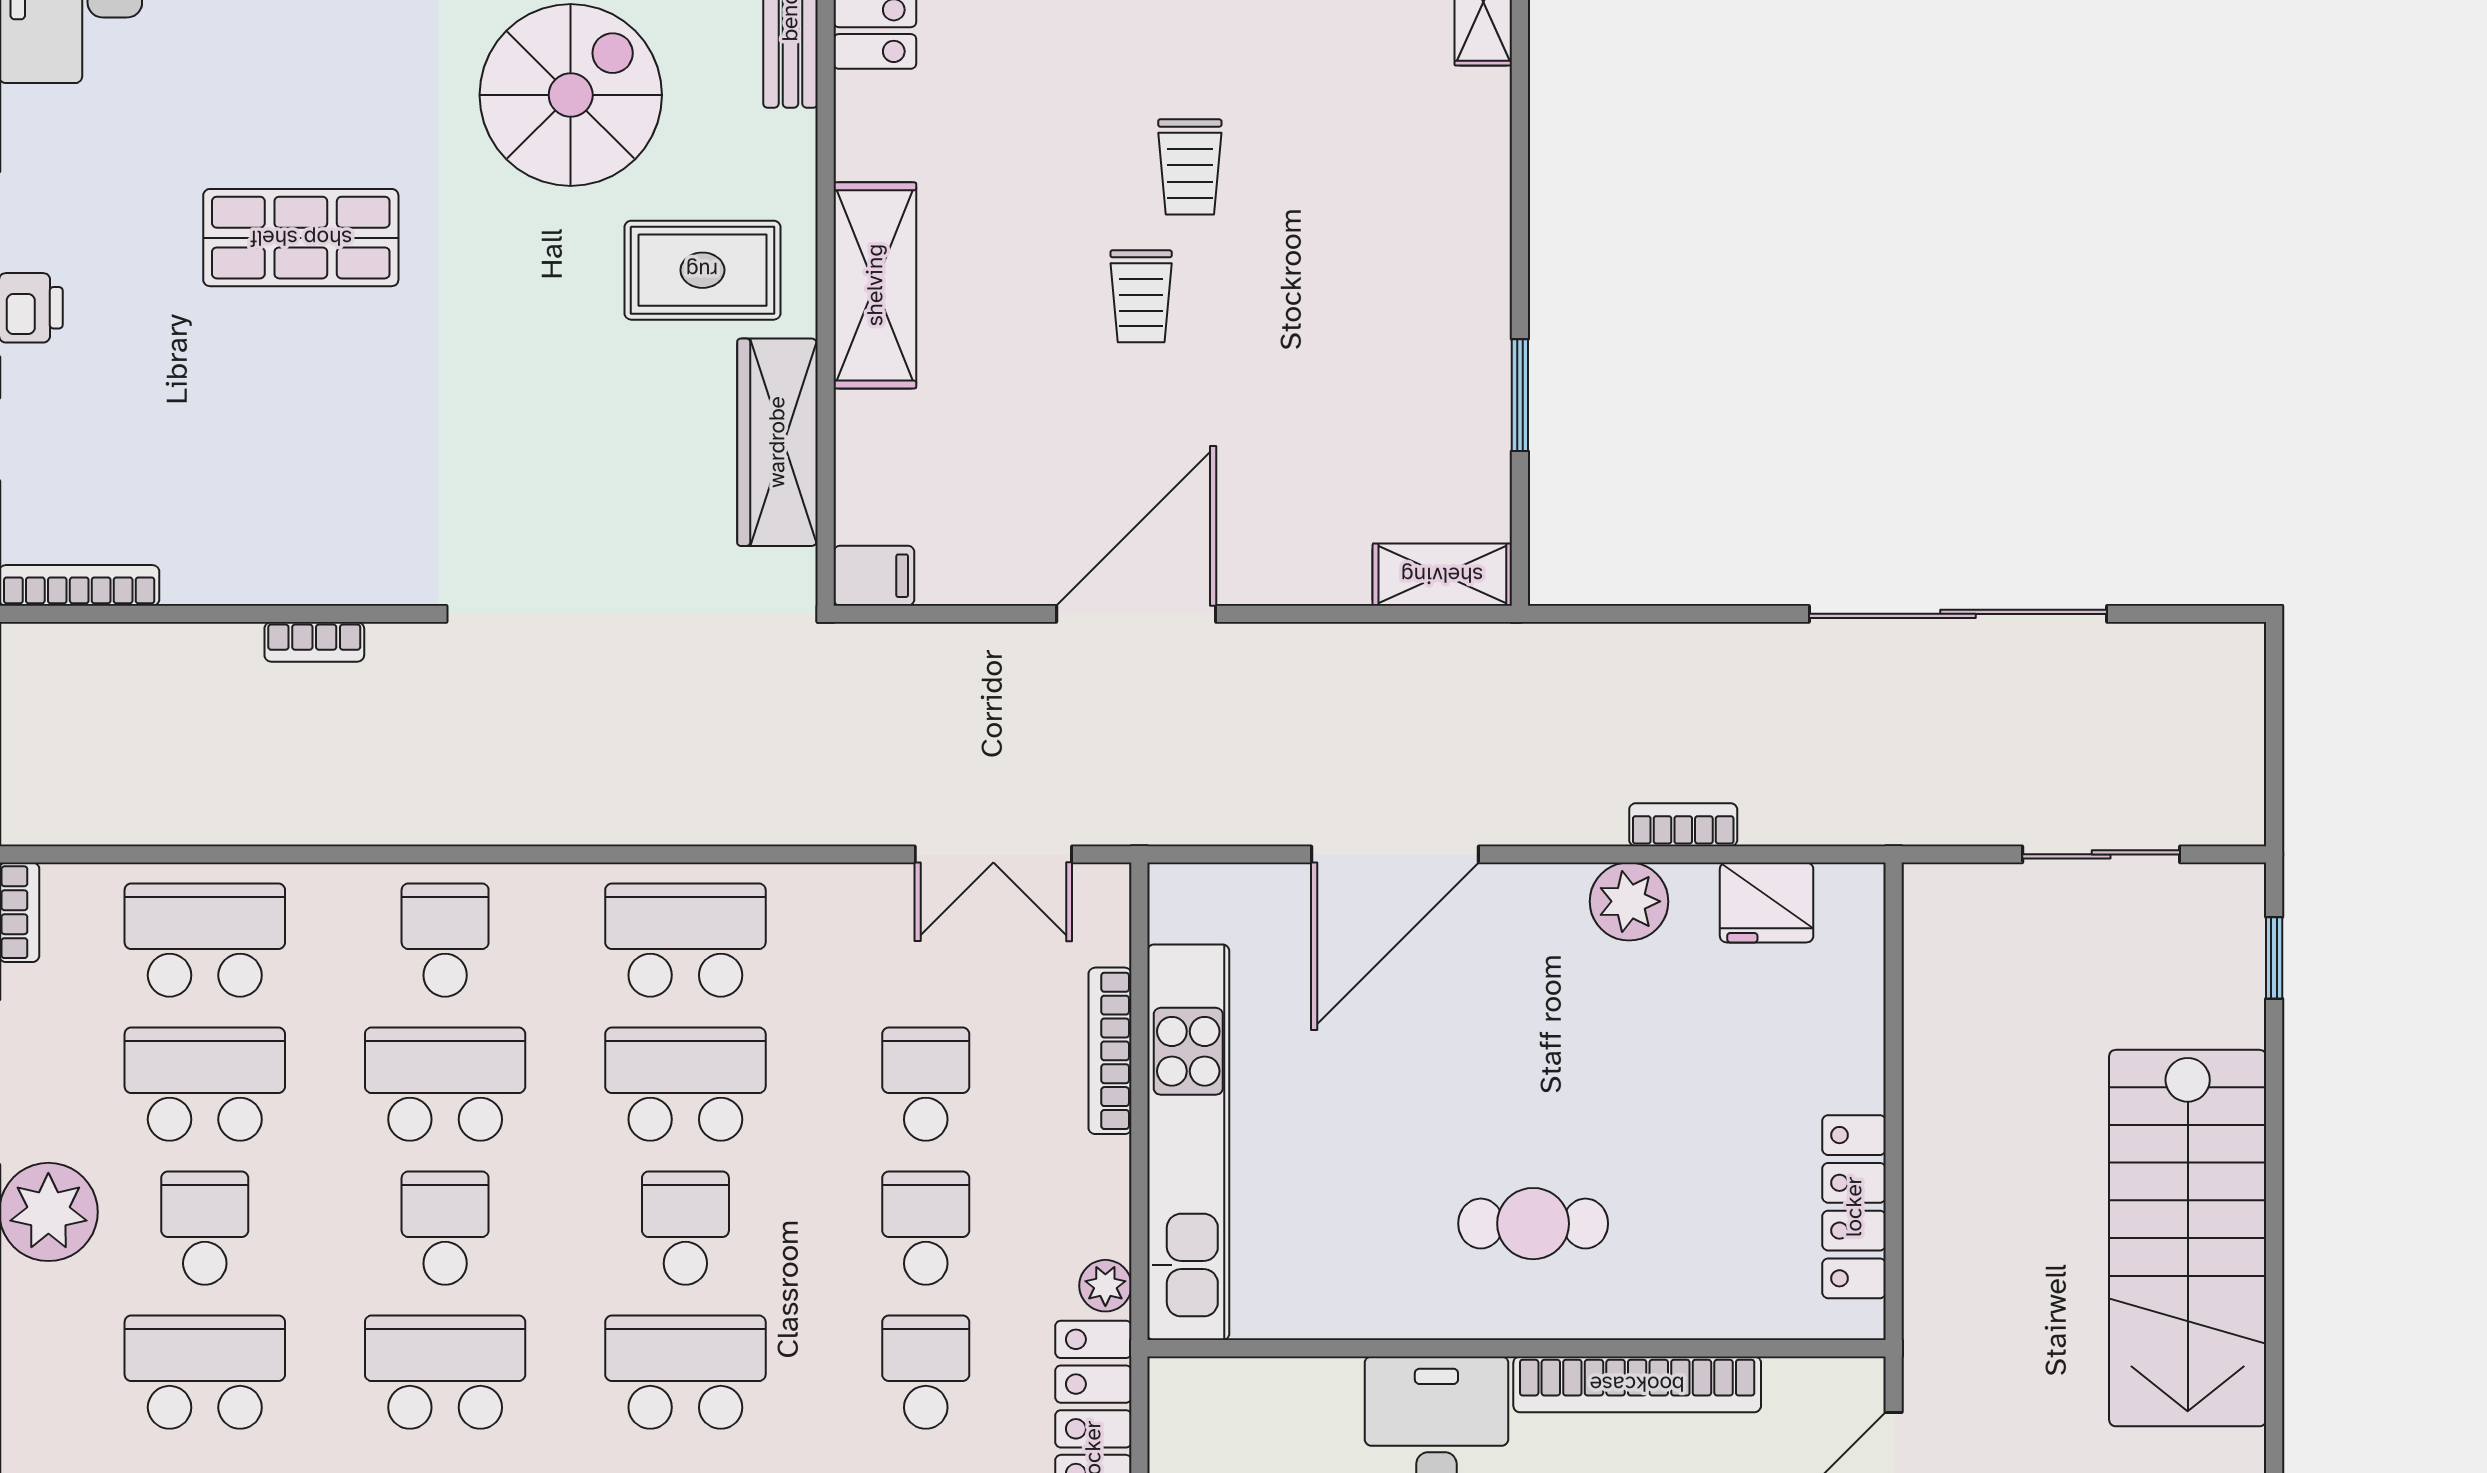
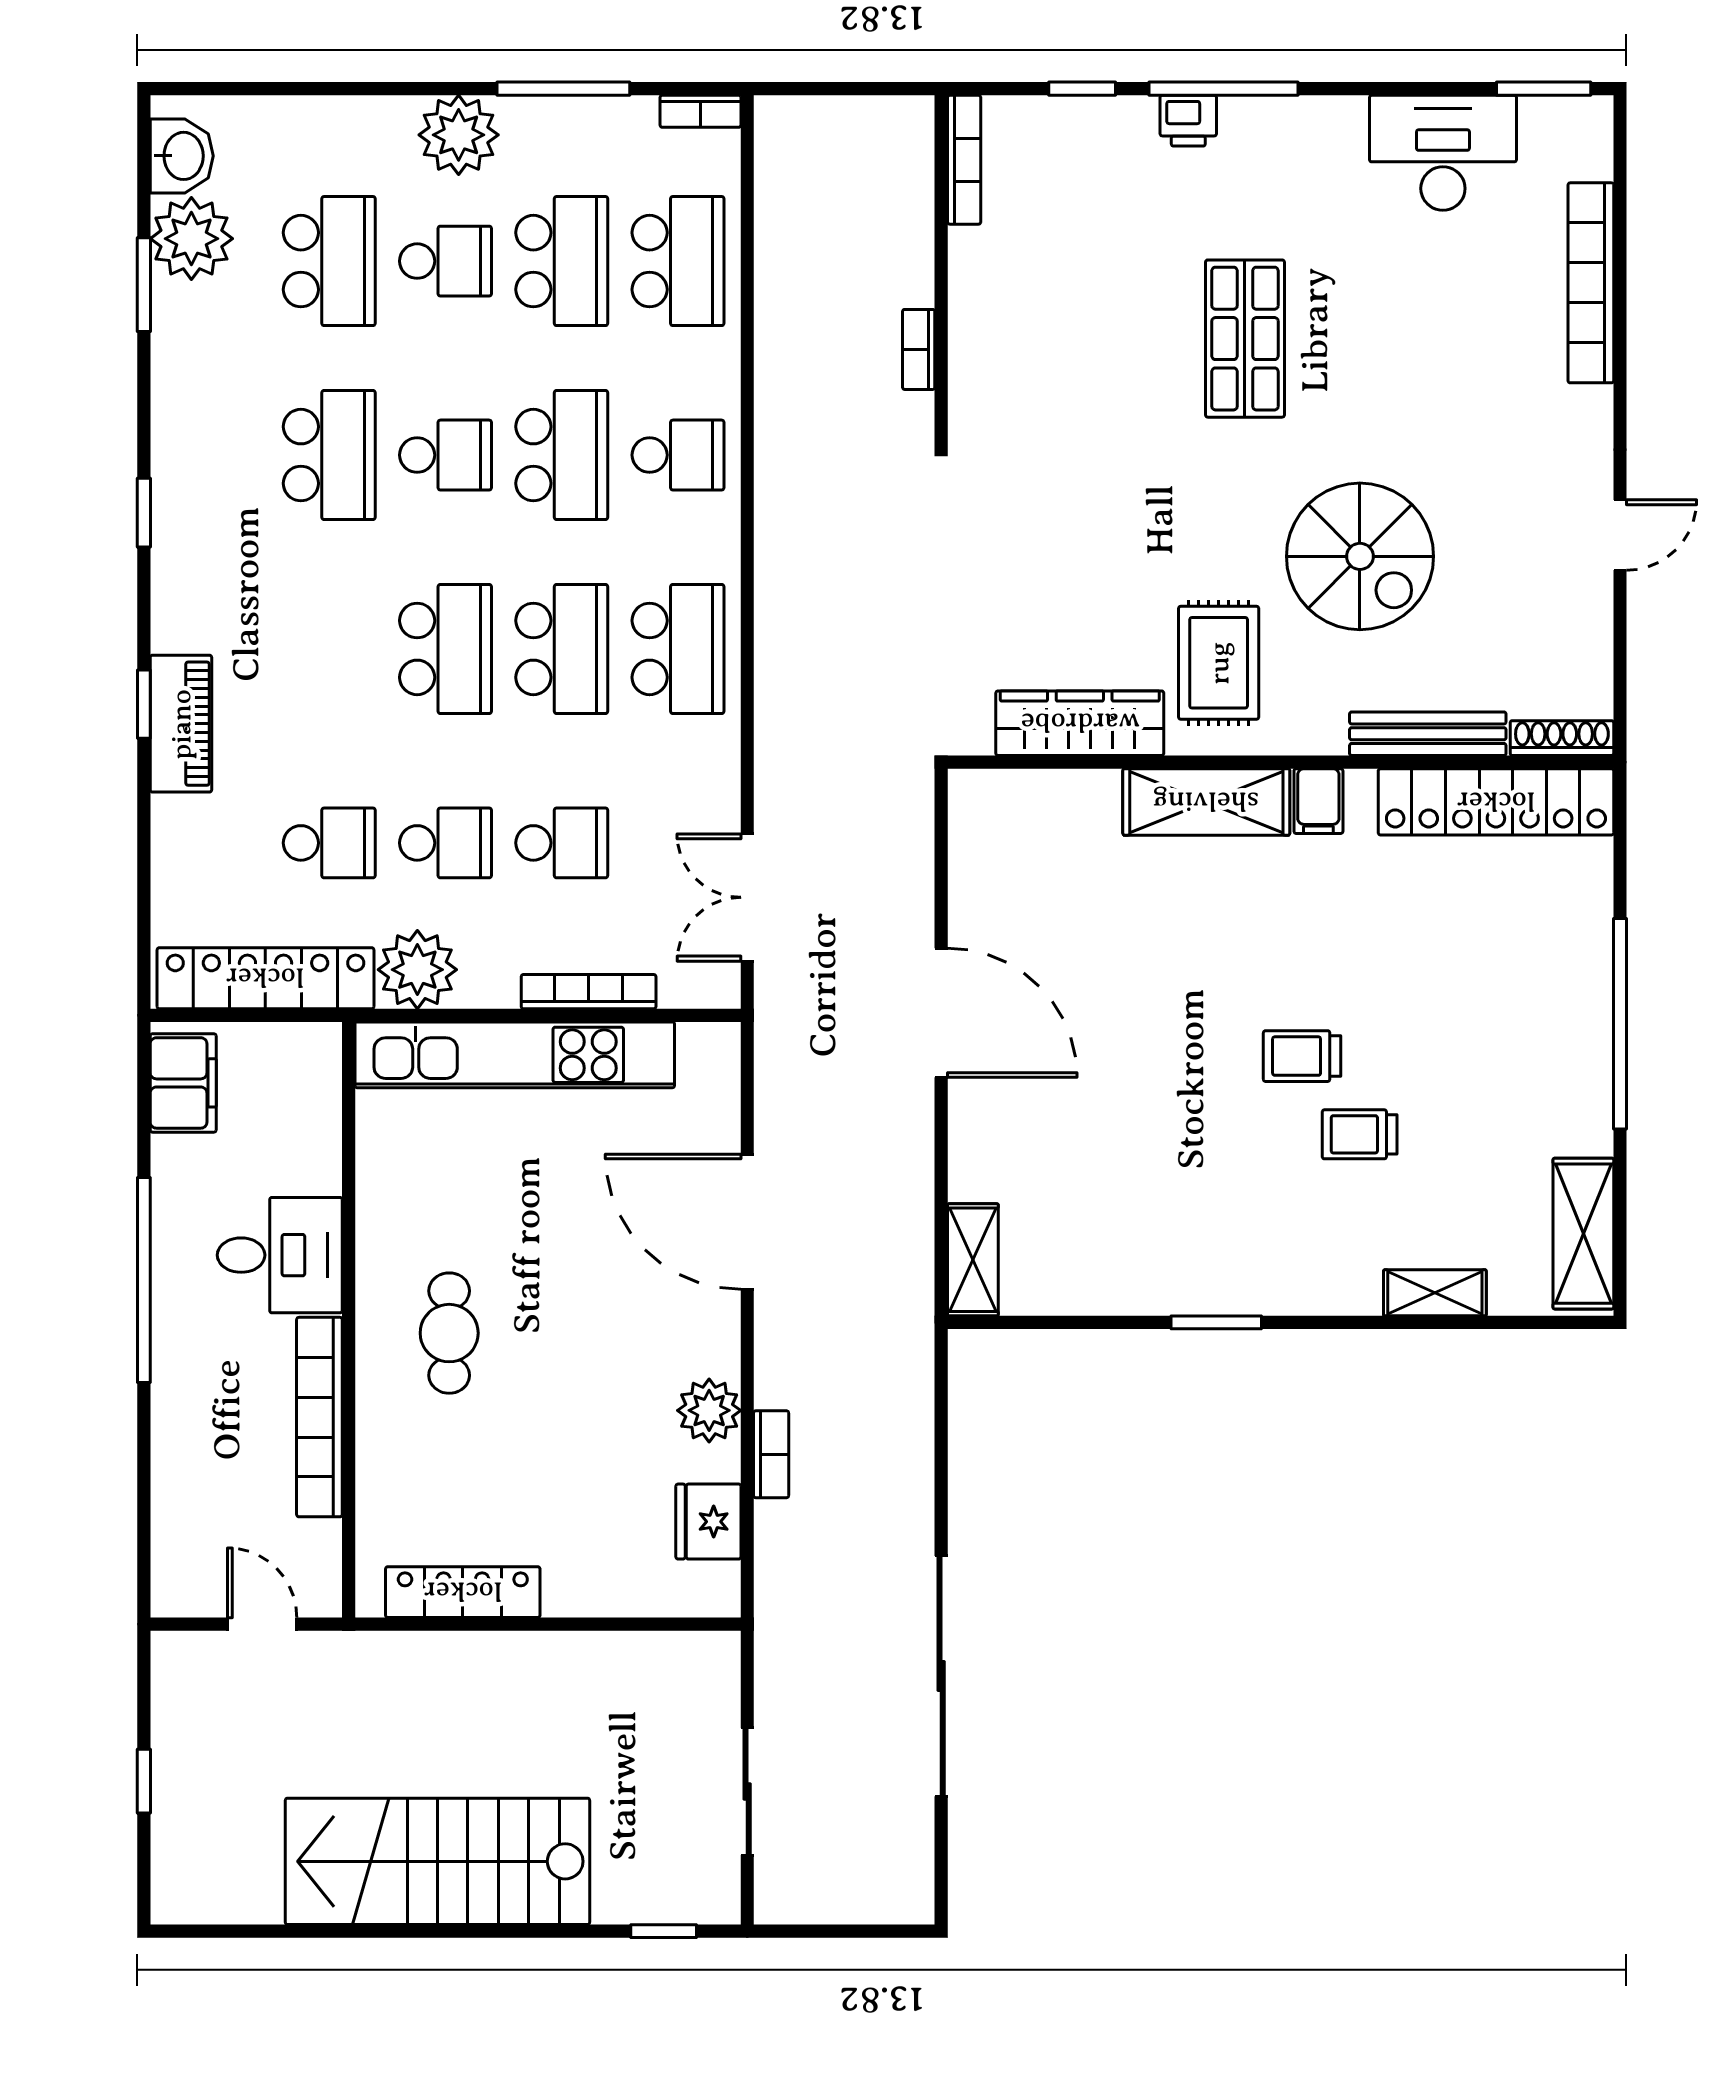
trolley: (1141, 296) -> (1360, 1134), moved
window: (1520, 395) -> (1216, 1322), moved
filing cabinet: (874, 576) -> (1318, 801), moved
school desk: (685, 1228) -> (446, 649), width x1.85
plant: (1105, 1286) -> (417, 970), width x1.88, depth x1.88
school desk: (685, 1372) -> (329, 649), removed

